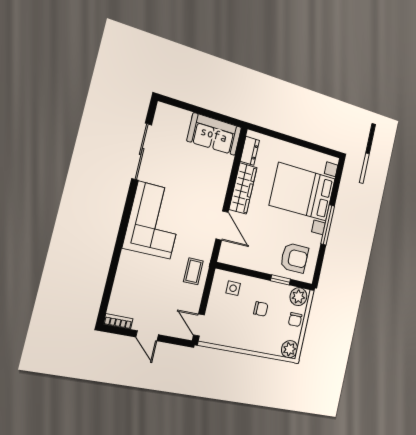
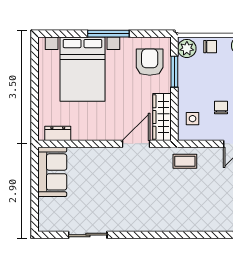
sliding door: (142, 152) -> (88, 235), width x0.73
wardrobe: (243, 188) -> (162, 117), moved, turned -90
corner sofa: (154, 220) -> (147, 209), removed
window: (281, 280) -> (174, 72), width x1.50
chair: (261, 309) -> (221, 108), moved

